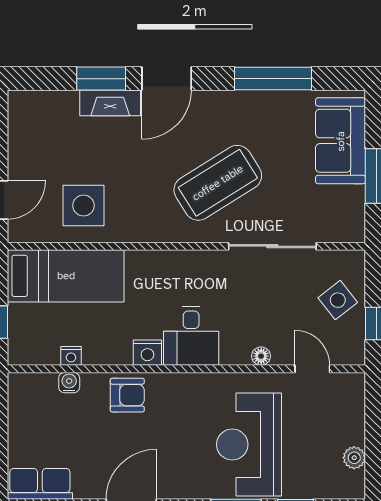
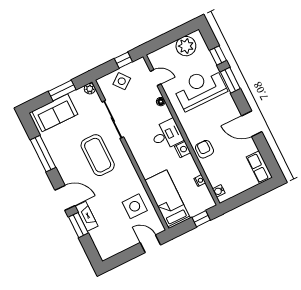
coffee table: (218, 183) -> (98, 155), turned 32
plant: (354, 231) -> (90, 89), added
door: (312, 369) -> (156, 78), swing flipped
water cooler: (69, 383) -> (219, 191), moved
reception desk: (249, 445) -> (200, 88), turned 180
plant: (354, 458) -> (186, 46), width x1.88, depth x1.88

